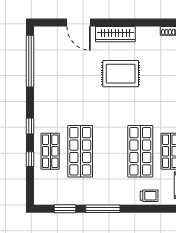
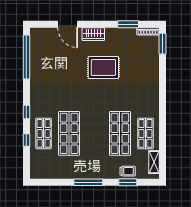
window: (150, 23) -> (128, 24), added
wardrobe: (115, 34) -> (93, 34), width x0.67
window: (65, 209) -> (128, 182), moved

